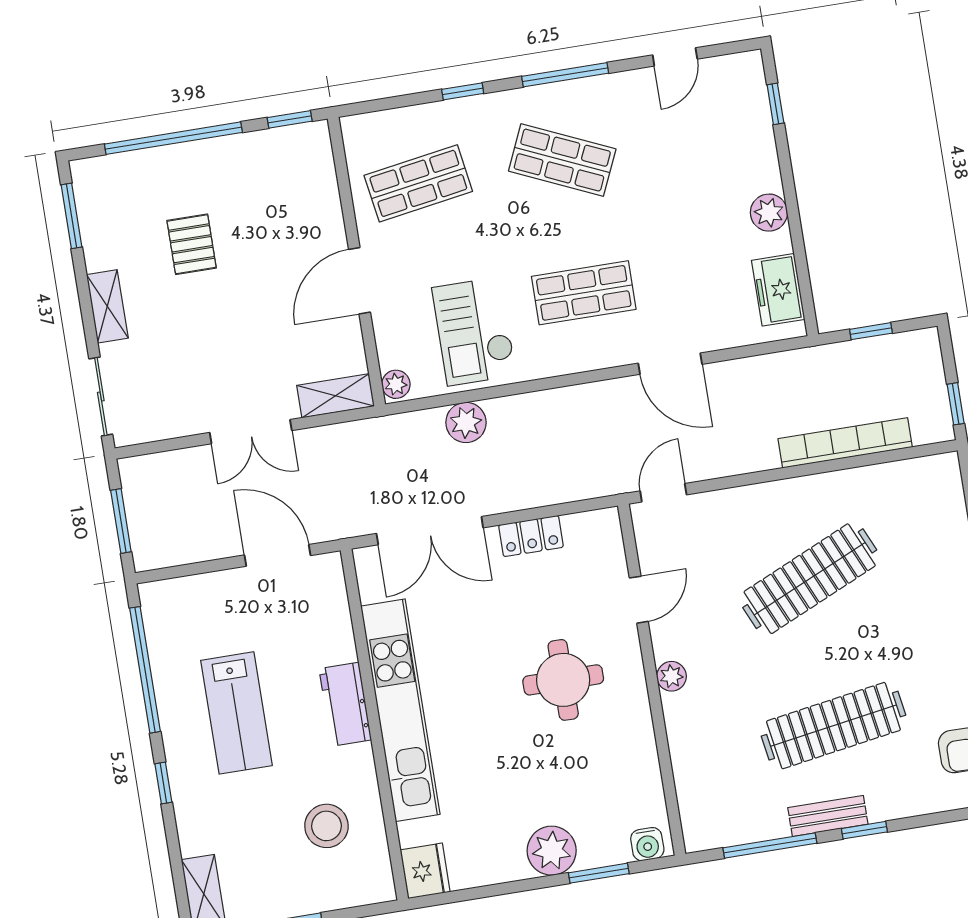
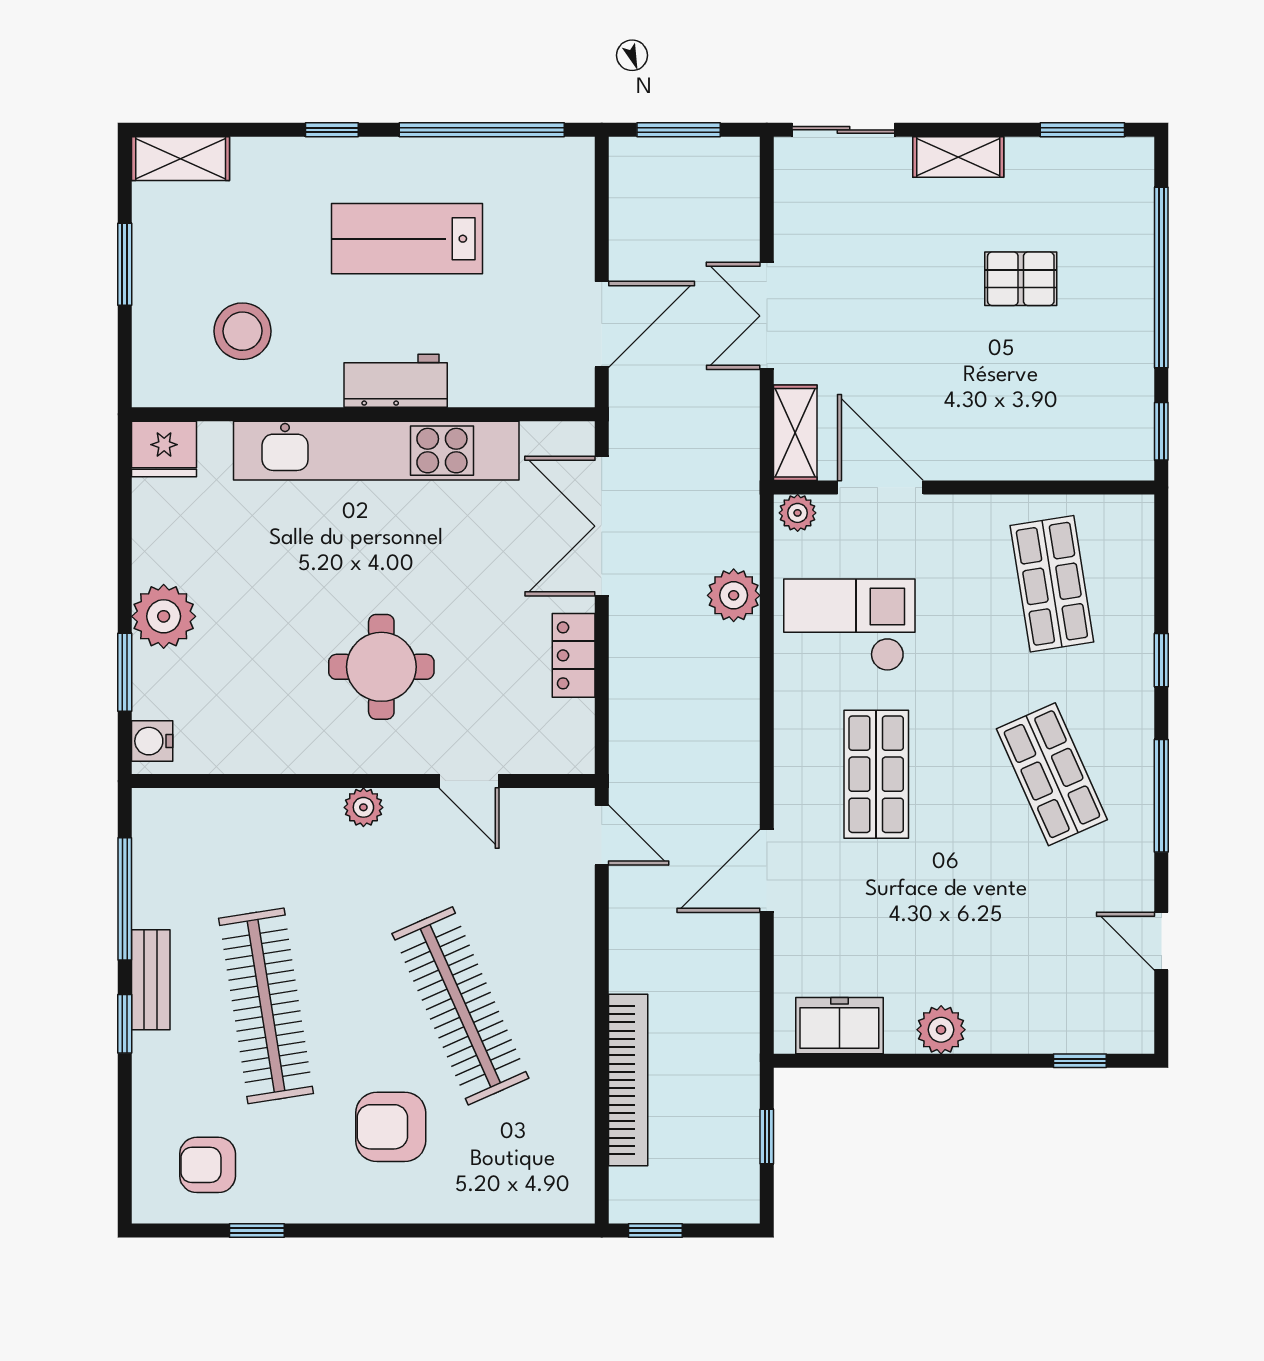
shop shelf: (562, 160) -> (1052, 774), turned -48
door: (359, 281) -> (880, 488), moved
armchair: (910, 617) -> (391, 1127), added

